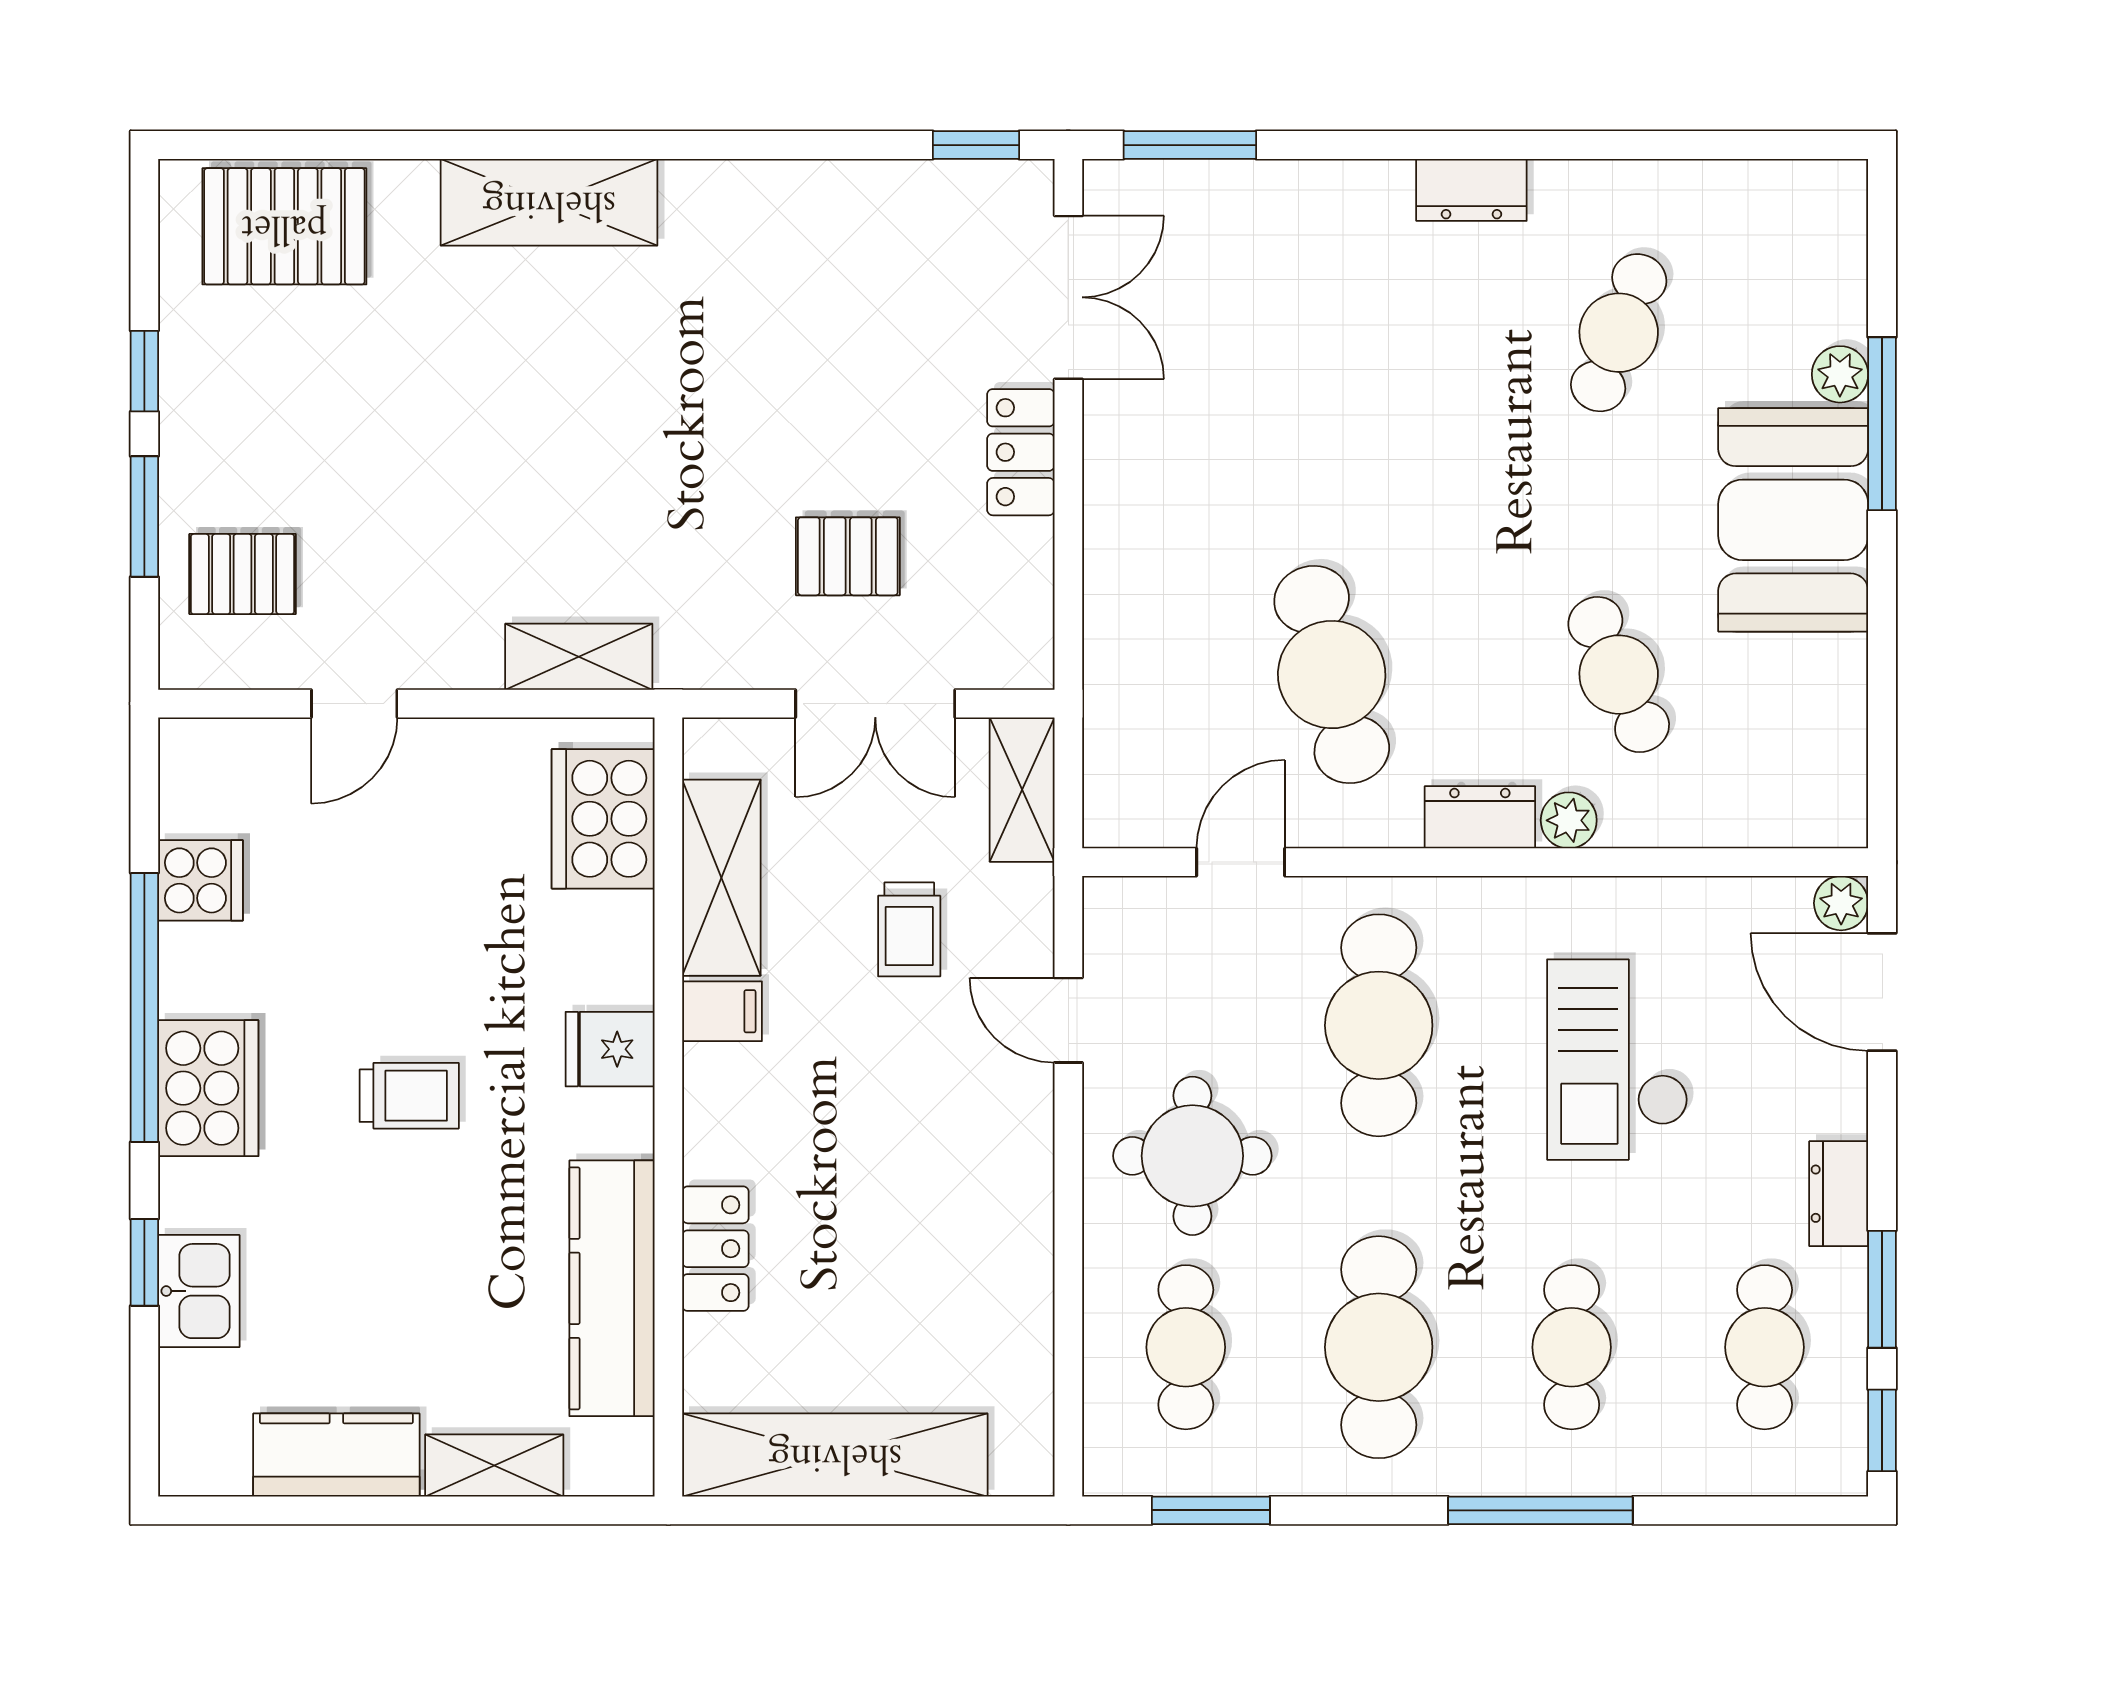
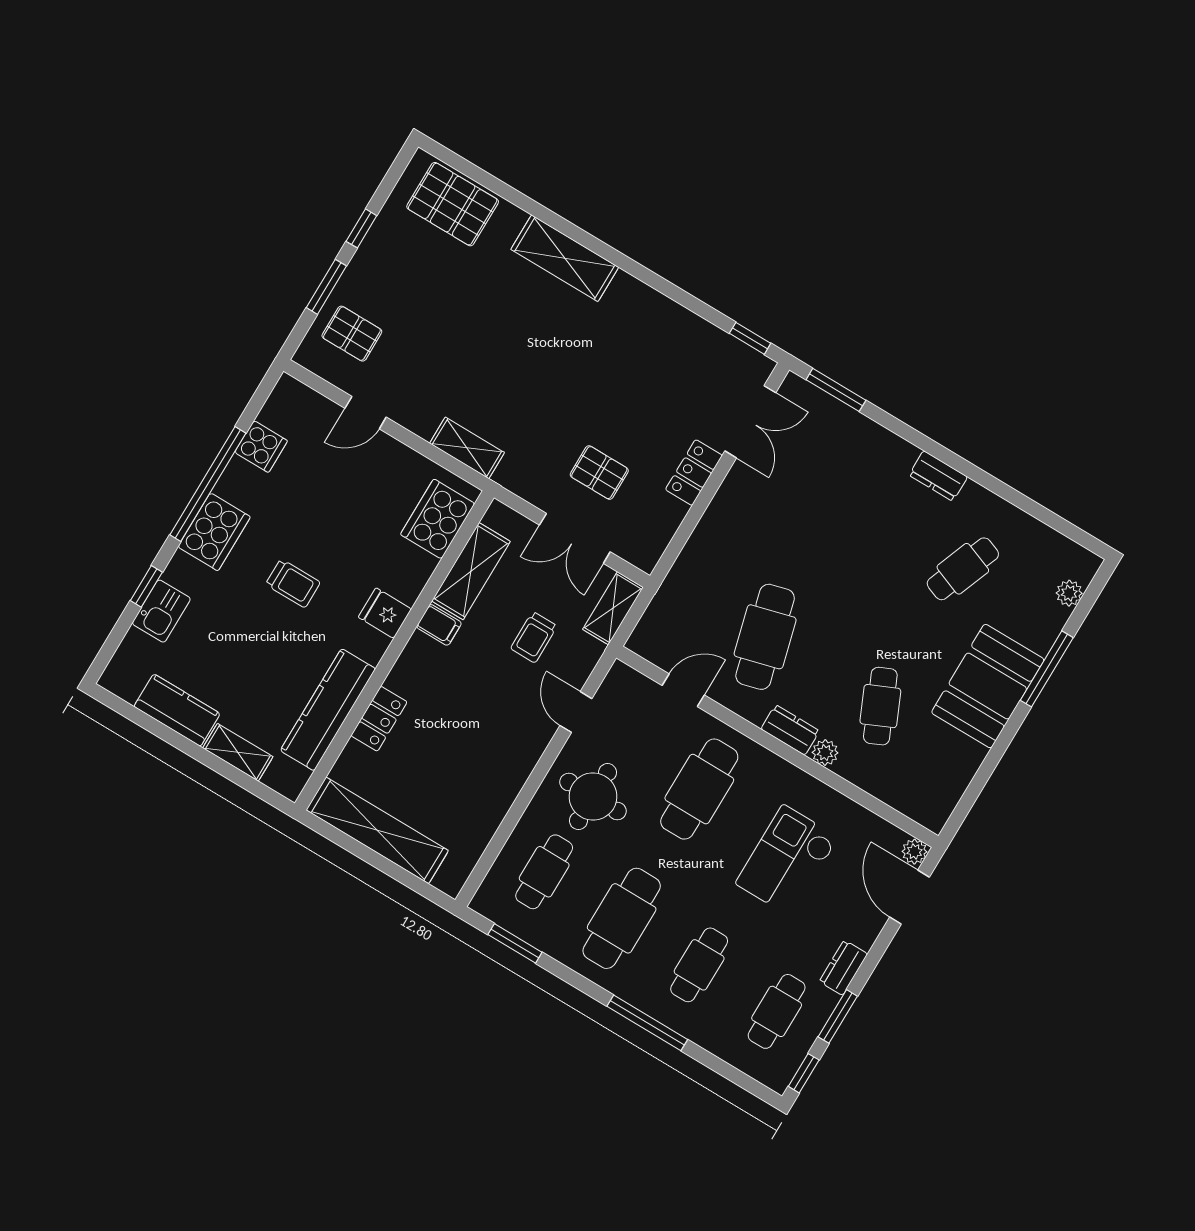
plant: (1840, 374) -> (1069, 593), moved

